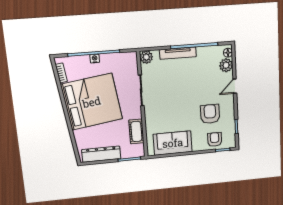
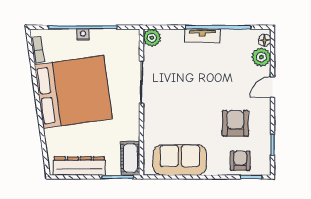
tv unit: (178, 53) -> (202, 36), width x0.71
cot: (136, 131) -> (130, 158), moved

